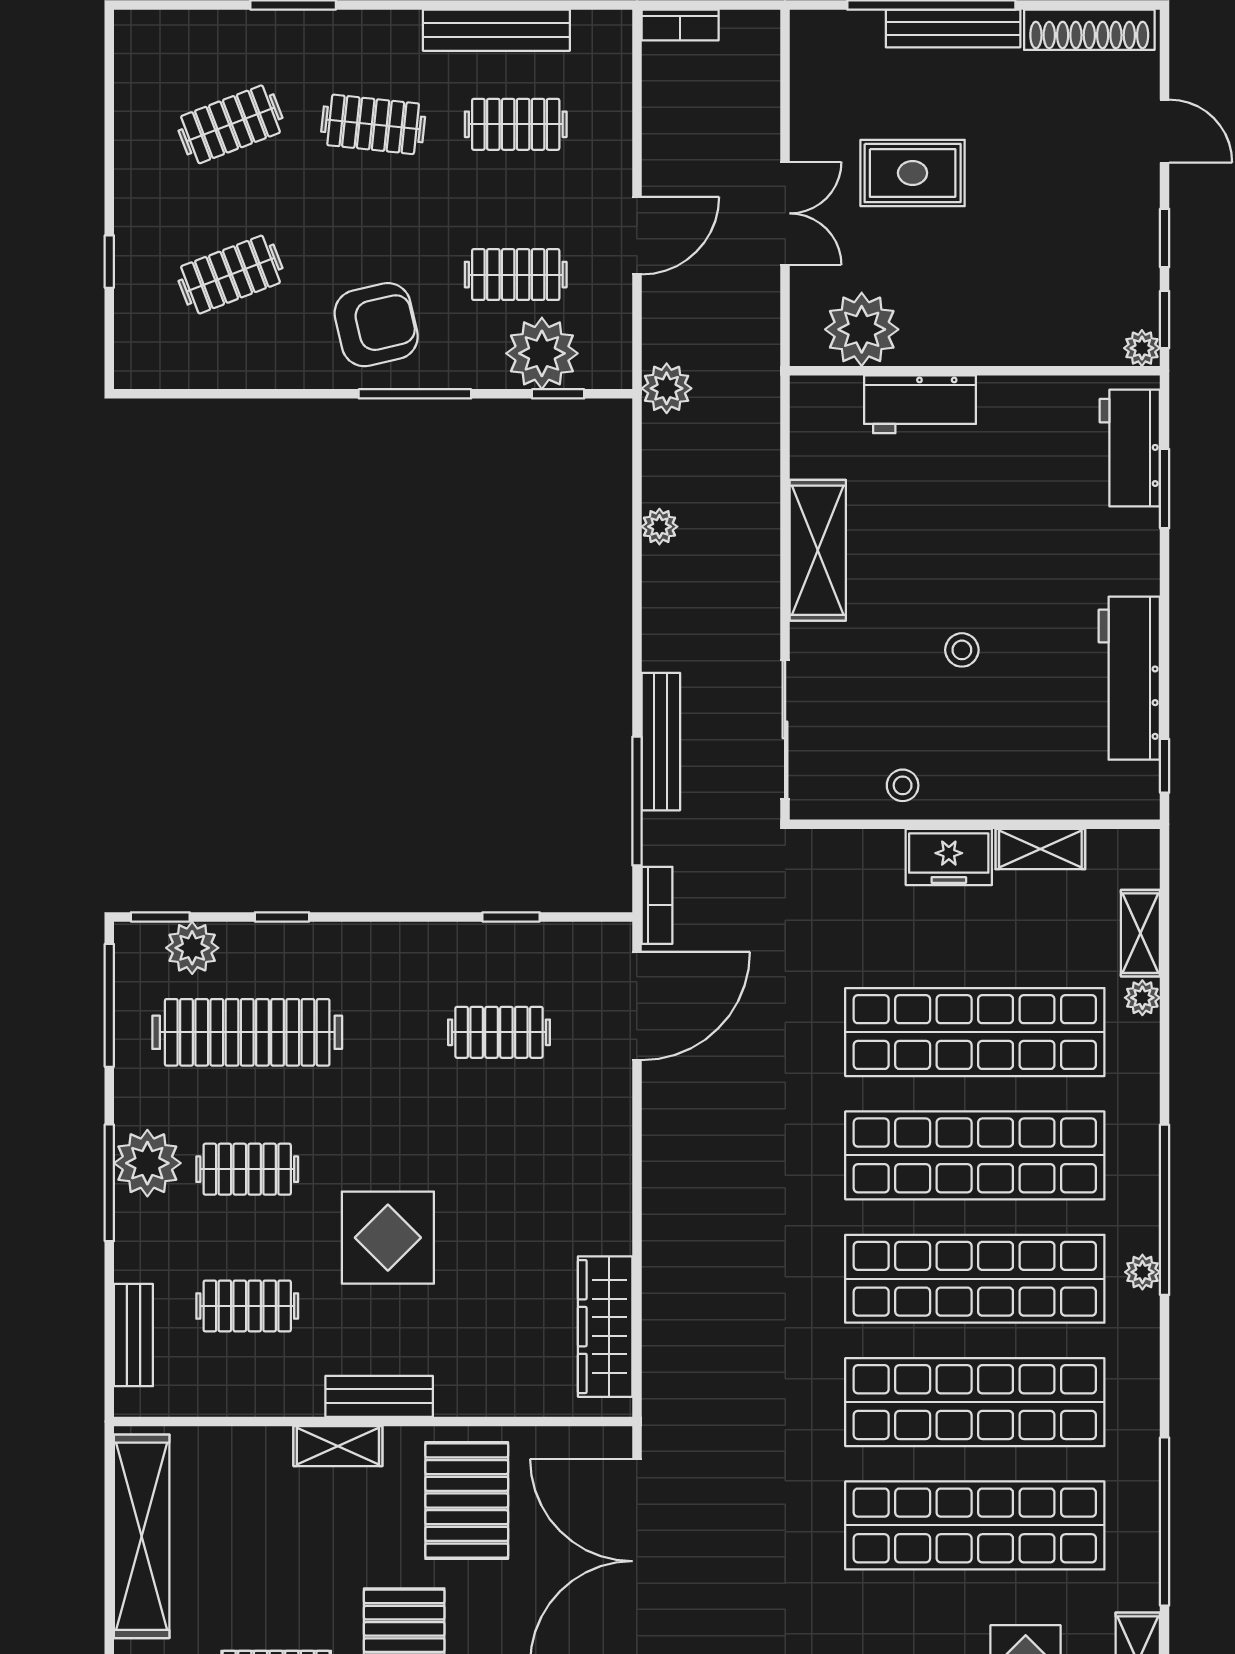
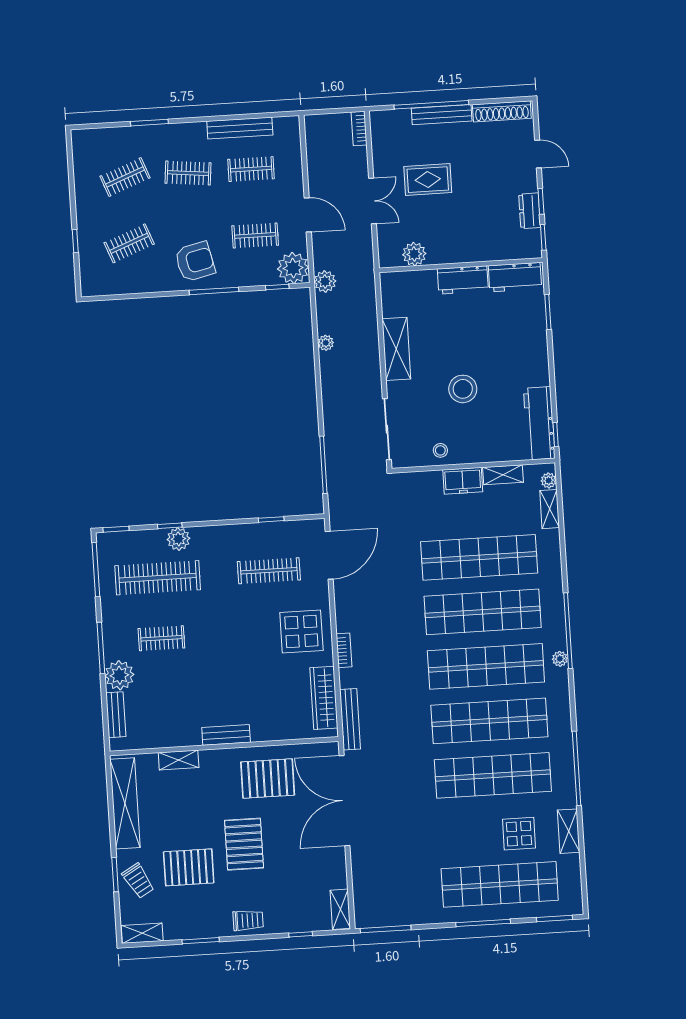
bookcase: (680, 25) -> (359, 128), moved, turned 90
door: (637, 236) -> (308, 215), hinge flipped
dresser: (1138, 258) -> (530, 211), added
plant: (862, 329) -> (414, 254), width x0.73, depth x0.73
plant: (1142, 348) -> (534, 251), removed
plant: (542, 353) -> (293, 268), moved
workbench: (920, 404) -> (463, 280), moved
workbench: (1130, 448) -> (515, 277), moved, turned -90
stool: (962, 650) -> (463, 389), width x1.89, depth x1.89
workbench: (1129, 678) -> (539, 423), moved
bench: (661, 742) -> (350, 719), moved
bookcase: (657, 905) -> (344, 650), moved
plant: (192, 948) -> (178, 539), moved
plant: (1142, 998) -> (549, 480), moved
clothes rail: (499, 1032) -> (269, 571), width x1.36
plant: (147, 1163) -> (119, 675), moved
display table: (388, 1238) -> (301, 631), moved
clothes rail: (247, 1306) -> (165, 699), removed
shelving: (338, 1446) -> (179, 760), moved
pallet: (467, 1500) -> (268, 779), turned 90

